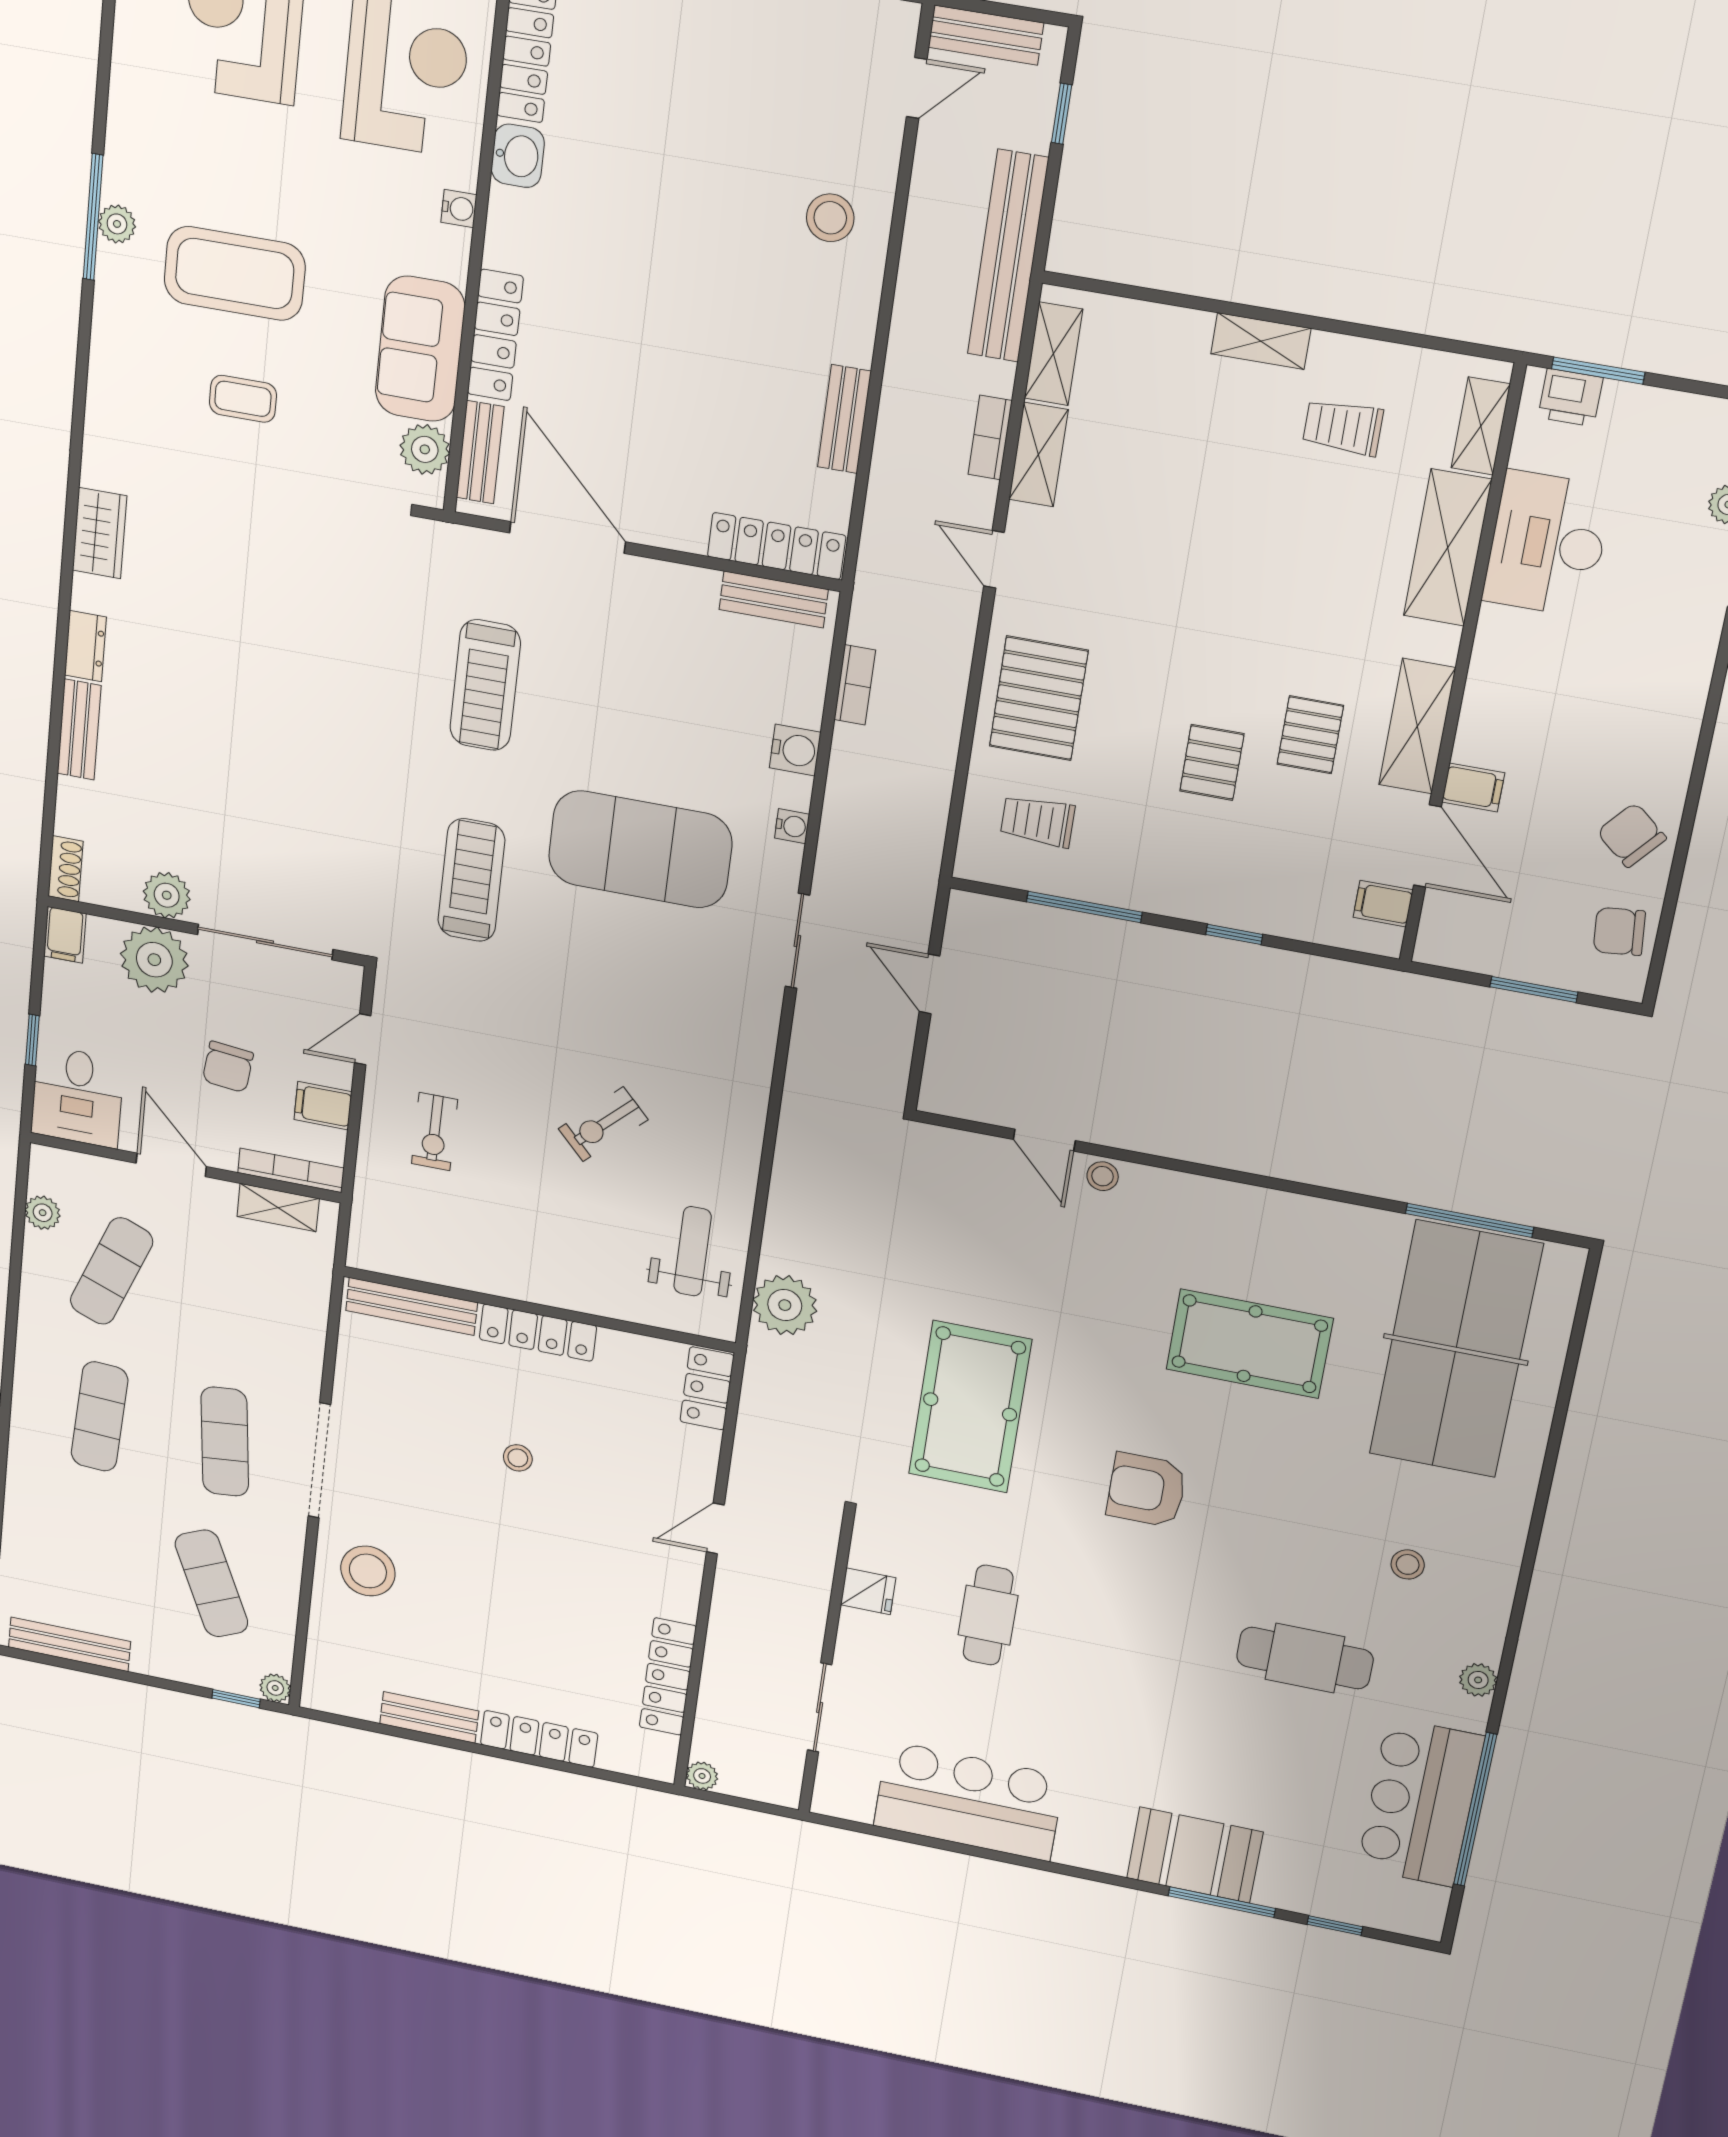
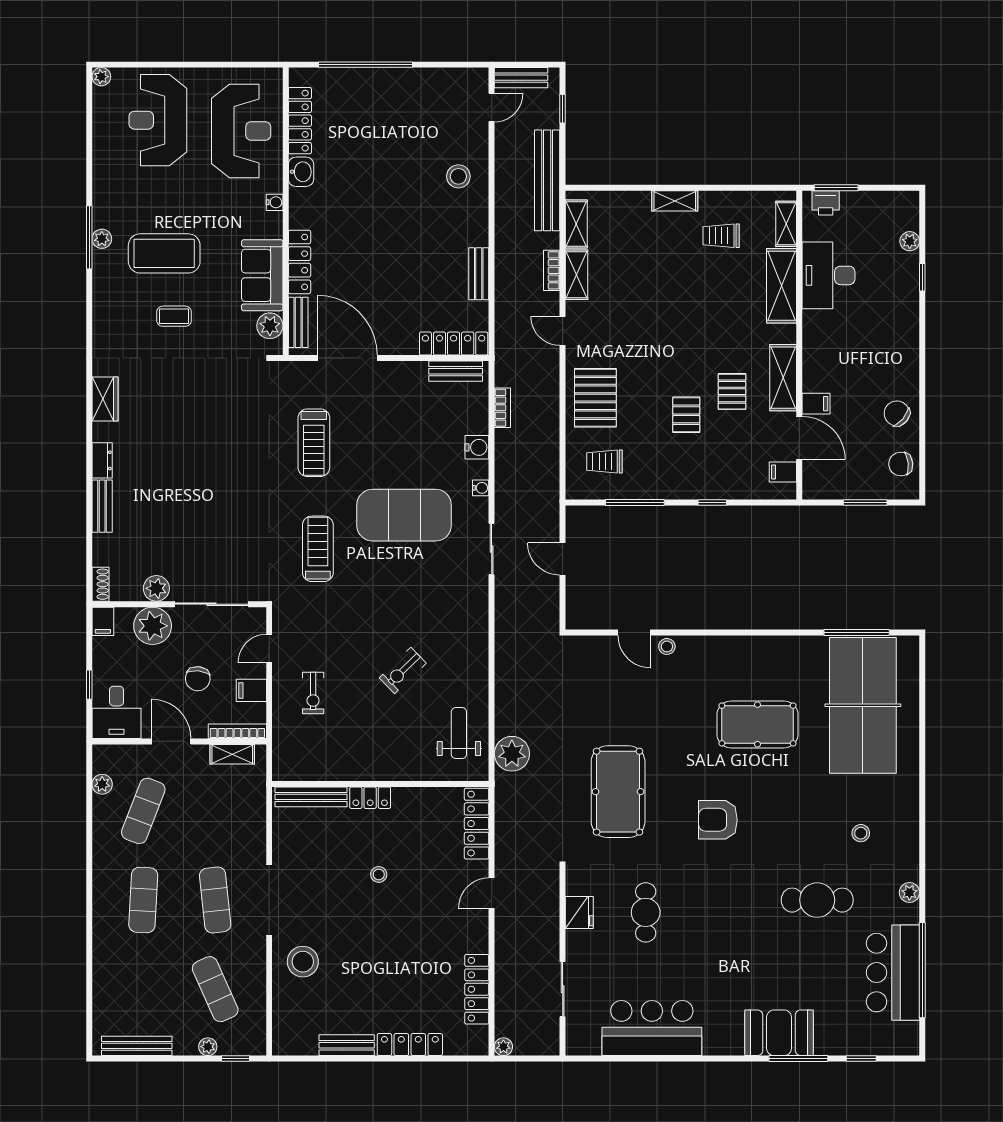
locker: (538, 1333) -> (370, 798), width x0.66
locker: (707, 1388) -> (477, 824), width x1.53
fridge: (868, 1591) -> (579, 912), width x1.38
plant: (275, 1688) -> (208, 1047), moved

